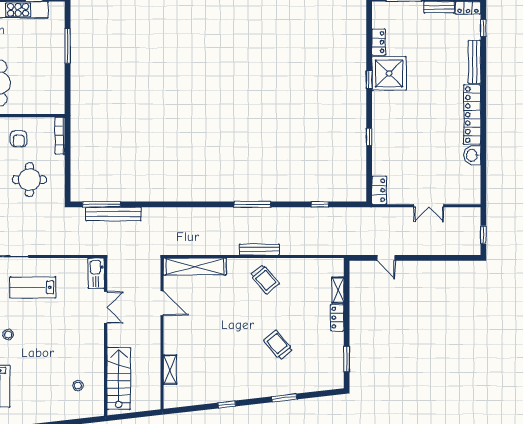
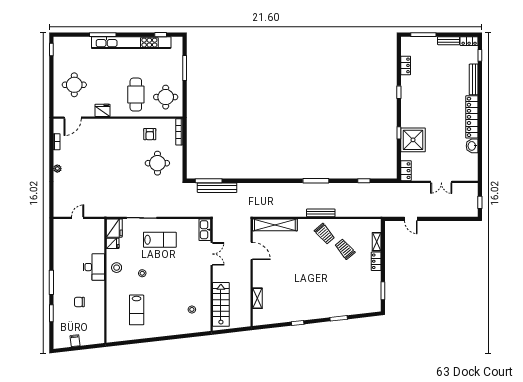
shower: (389, 73) -> (413, 140), moved
round table: (41, 87) -> (166, 97), added
lab bench: (33, 287) -> (160, 240), turned 180
trolley: (278, 345) -> (345, 249), moved

